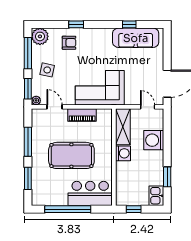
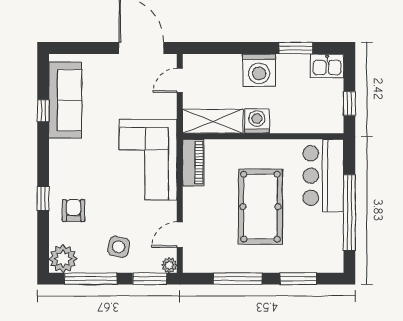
piano: (82, 115) -> (193, 163), moved
washing machine: (154, 140) -> (259, 70), moved

